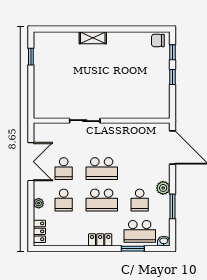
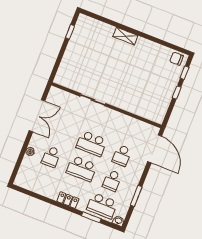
school desk: (64, 169) -> (122, 155), moved
plant: (163, 188) -> (135, 178), removed
locker: (39, 231) -> (22, 174), removed

